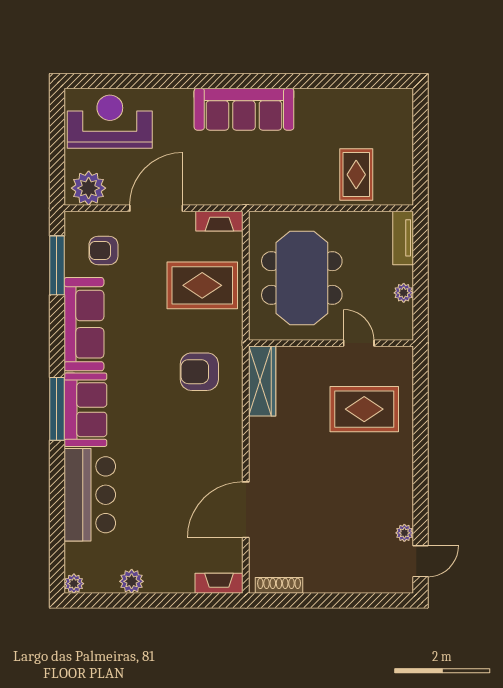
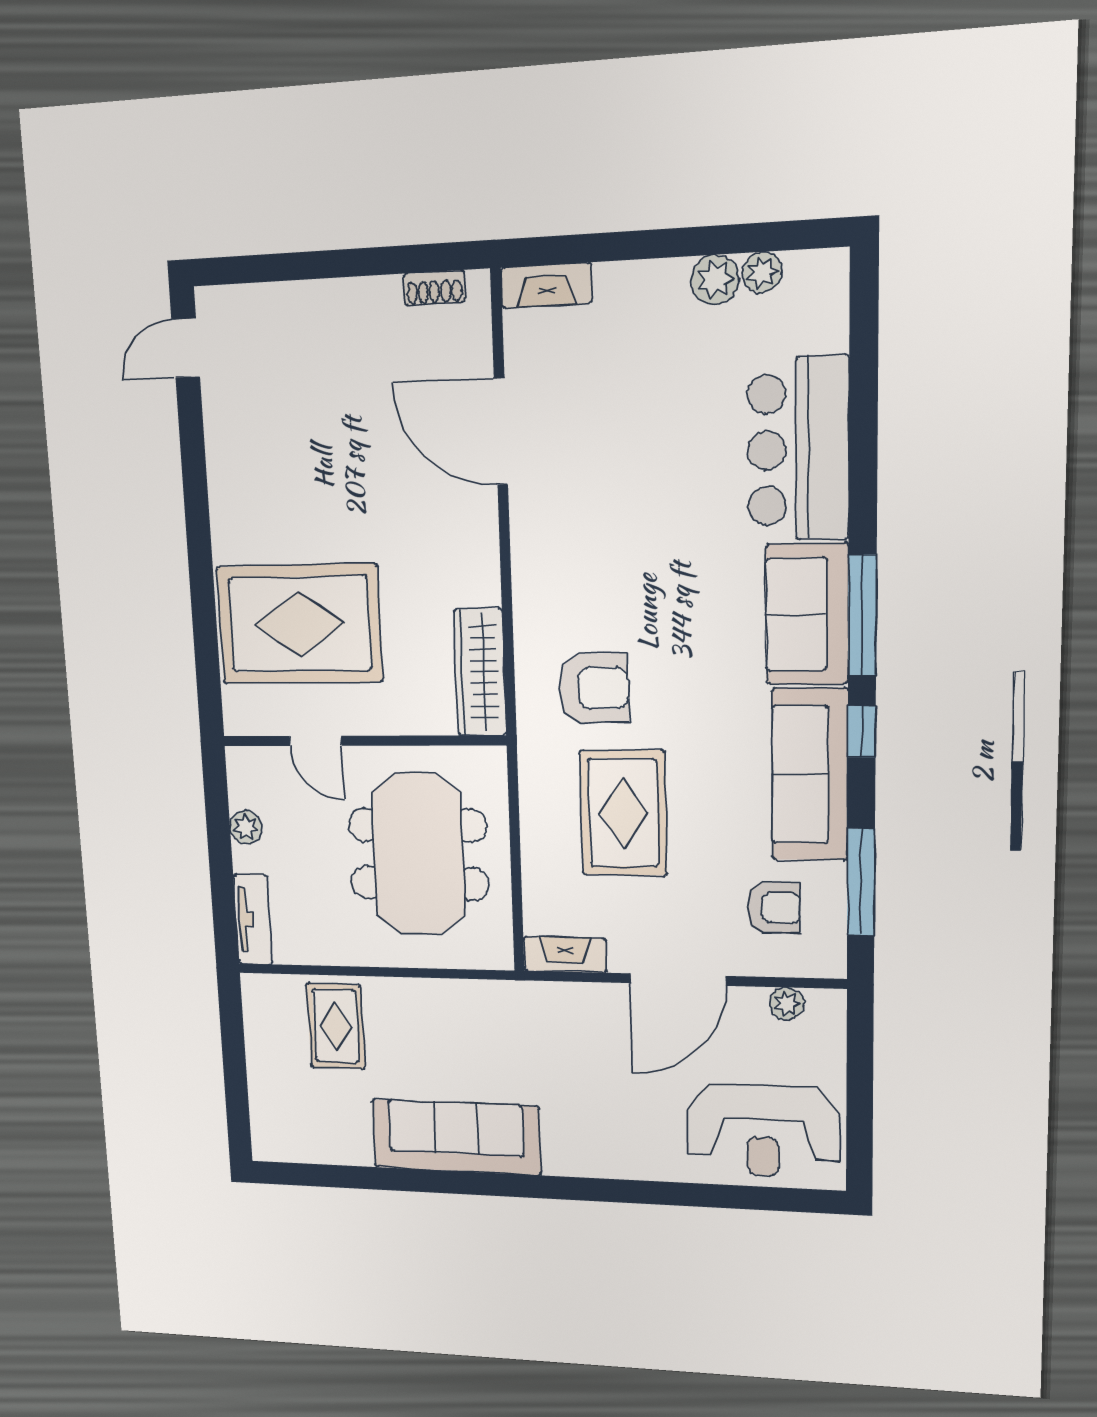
sofa: (244, 109) -> (456, 1137), moved
plant: (89, 188) -> (787, 1003), width x0.53, depth x0.53
rug: (202, 285) -> (623, 813), moved, turned 90
window: (57, 347) -> (862, 731), added
rug: (364, 409) -> (300, 624), width x1.37, depth x1.44
door: (246, 510) -> (501, 431), swing flipped
plant: (404, 533) -> (217, 400), removed
plant: (74, 584) -> (762, 272), moved
shoe rack: (279, 585) -> (434, 288), width x0.70

